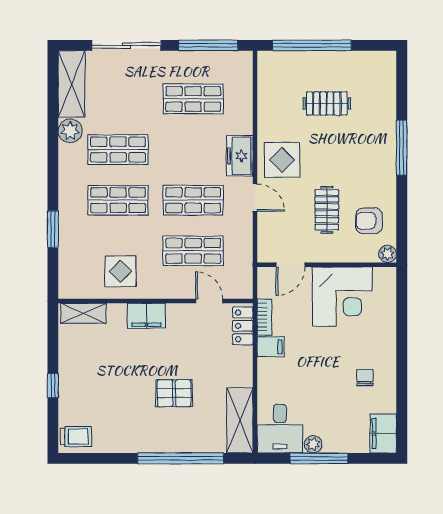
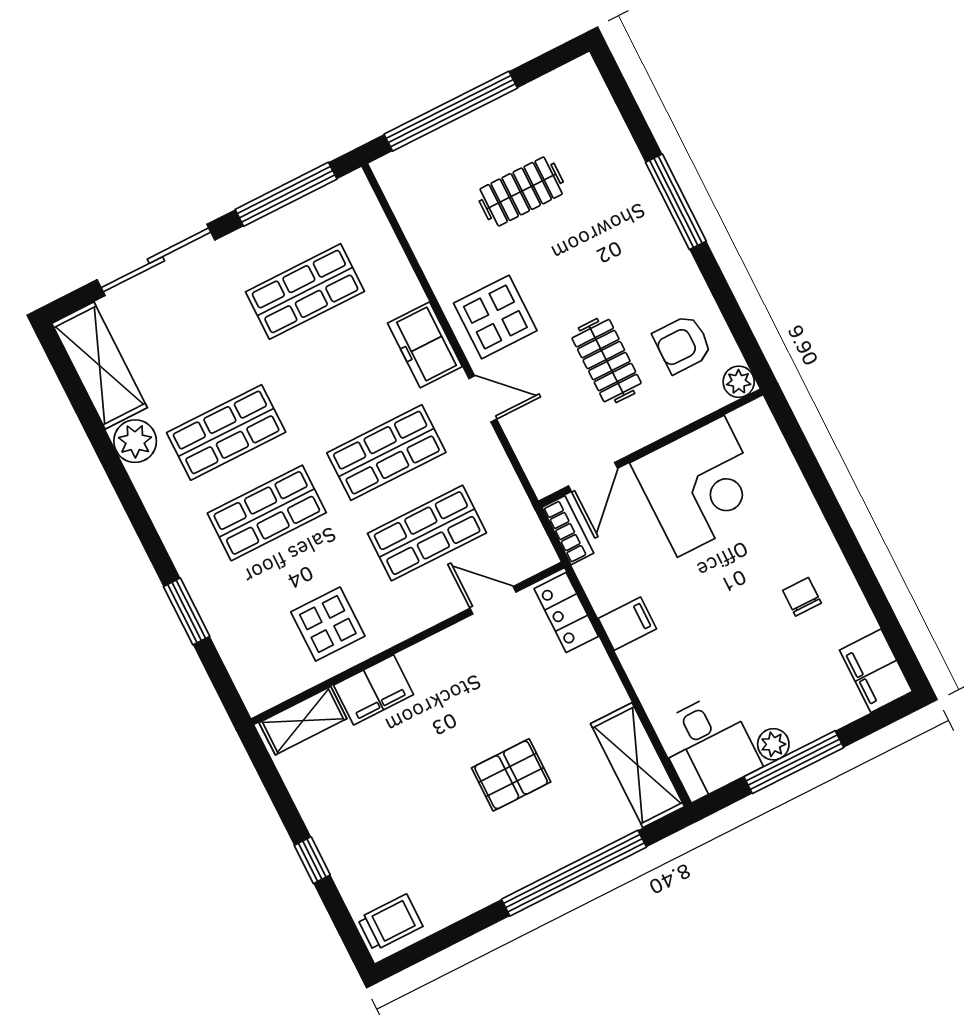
filing cabinet: (146, 316) -> (374, 690), moved
bookcase: (264, 317) -> (568, 530), moved

